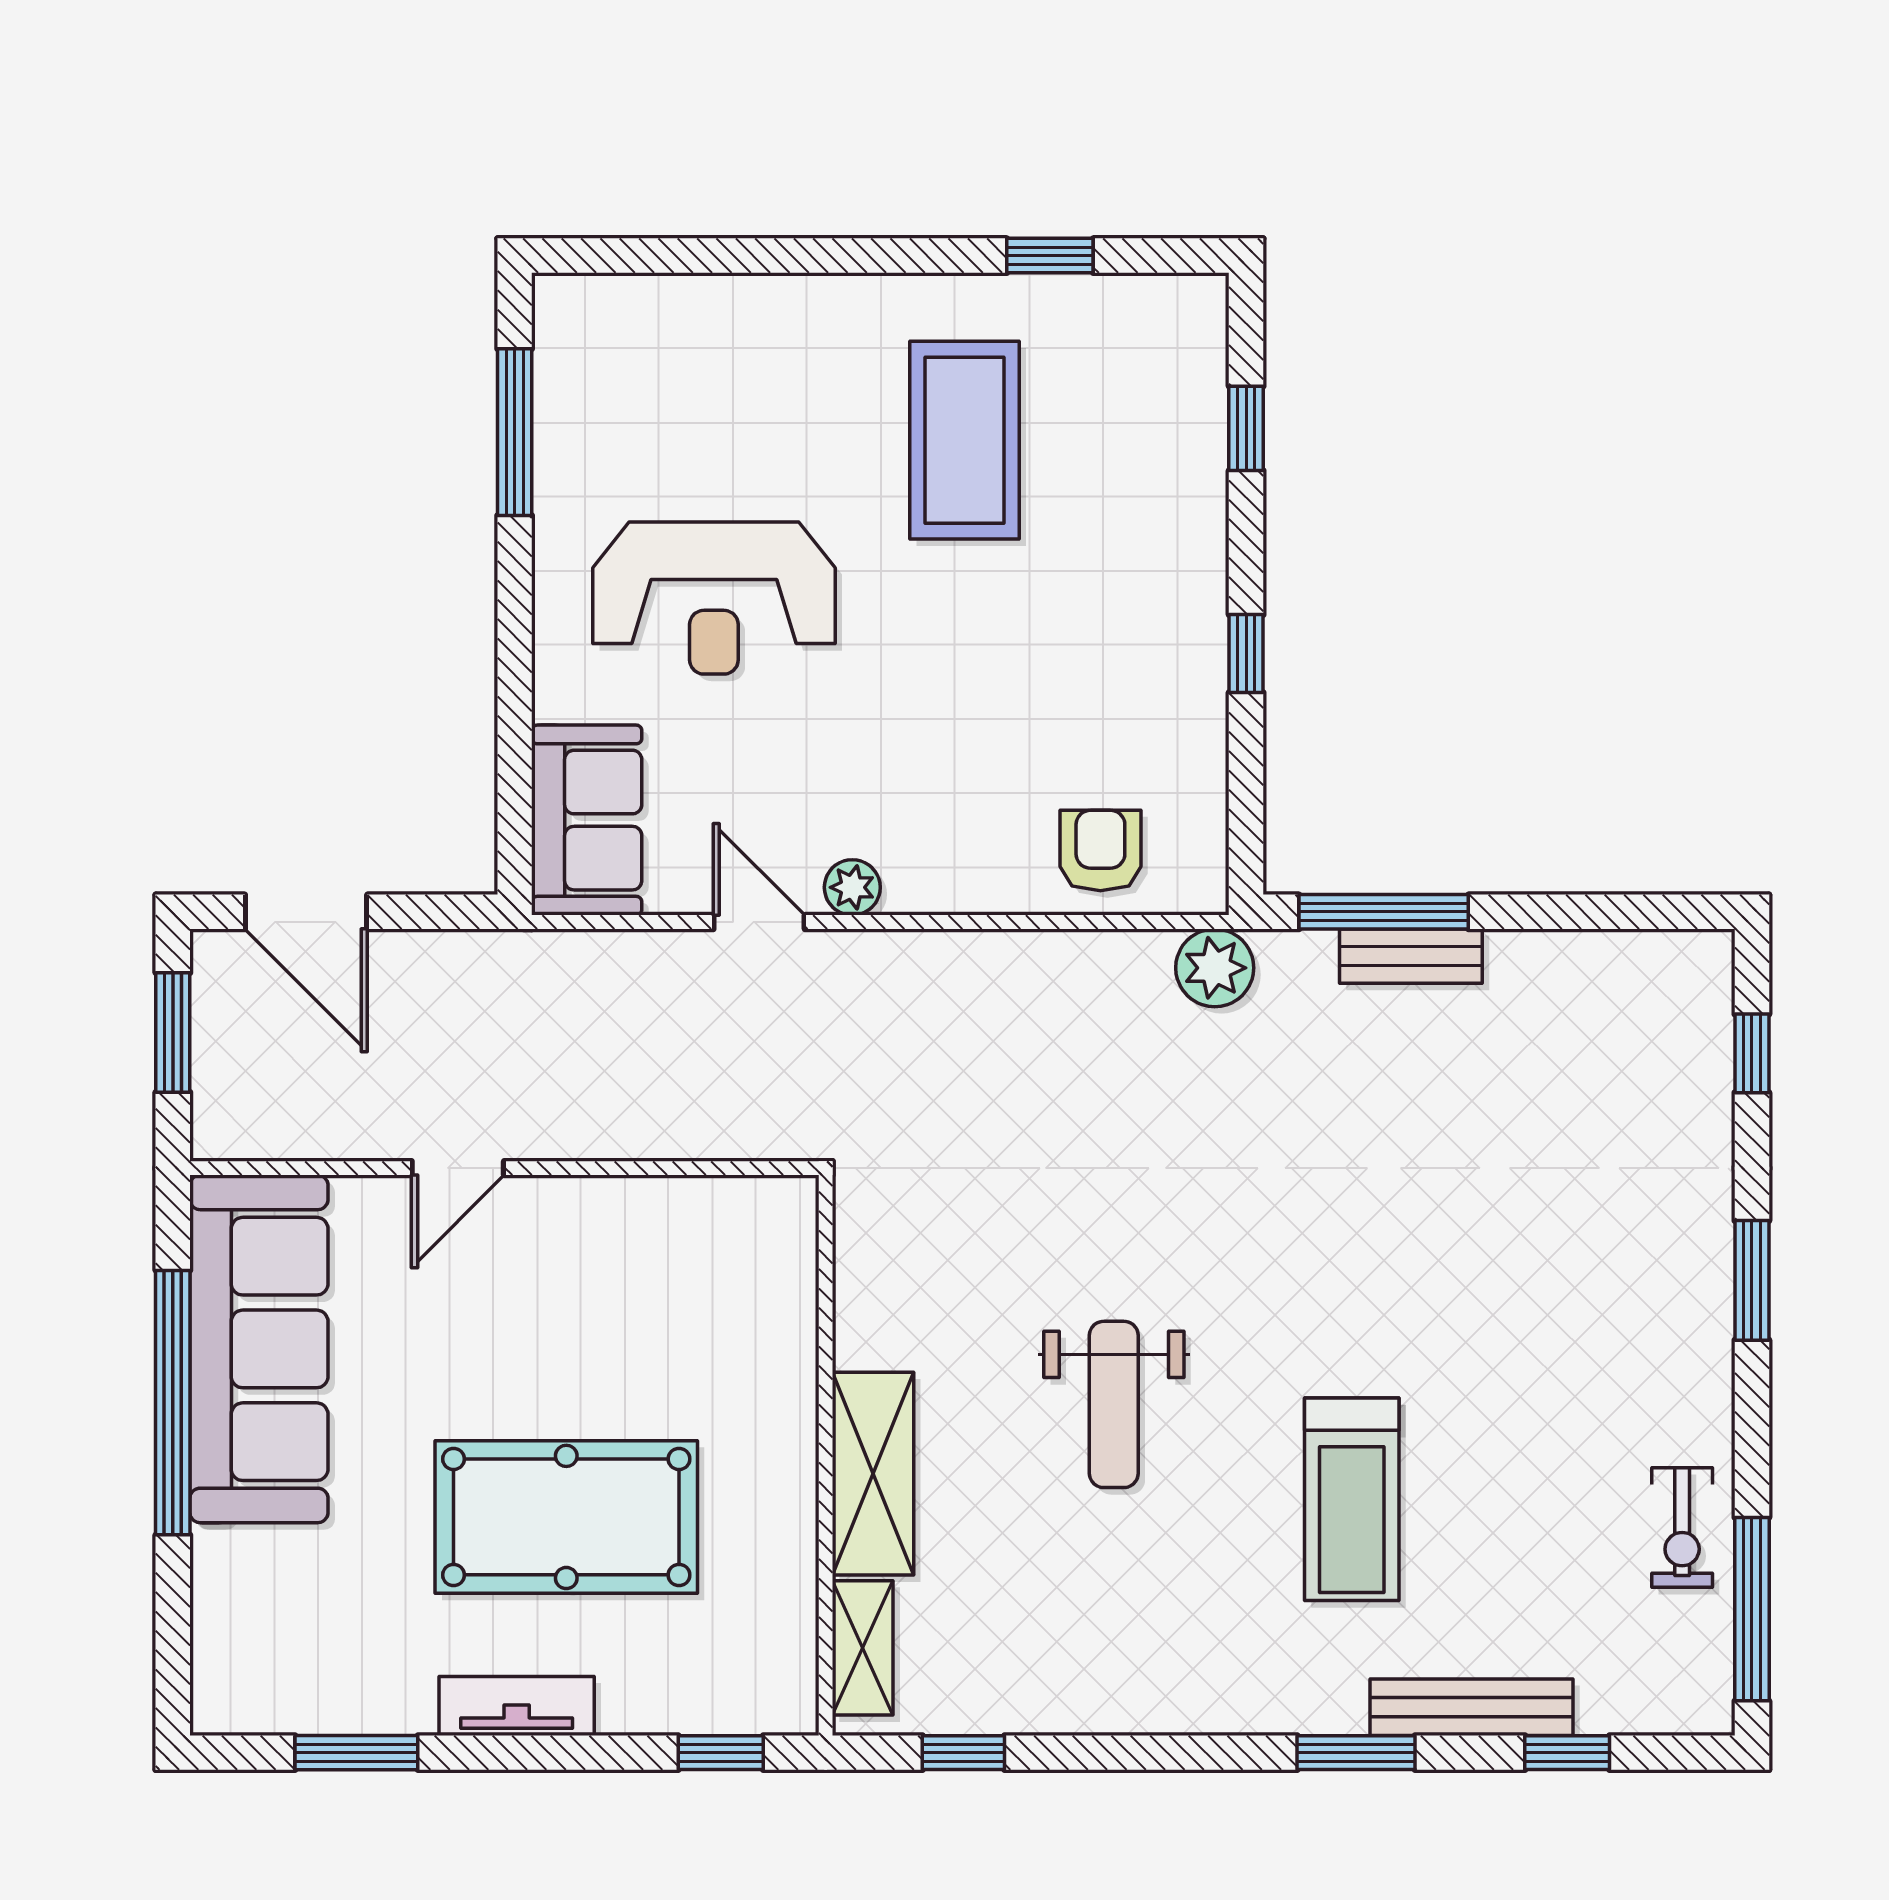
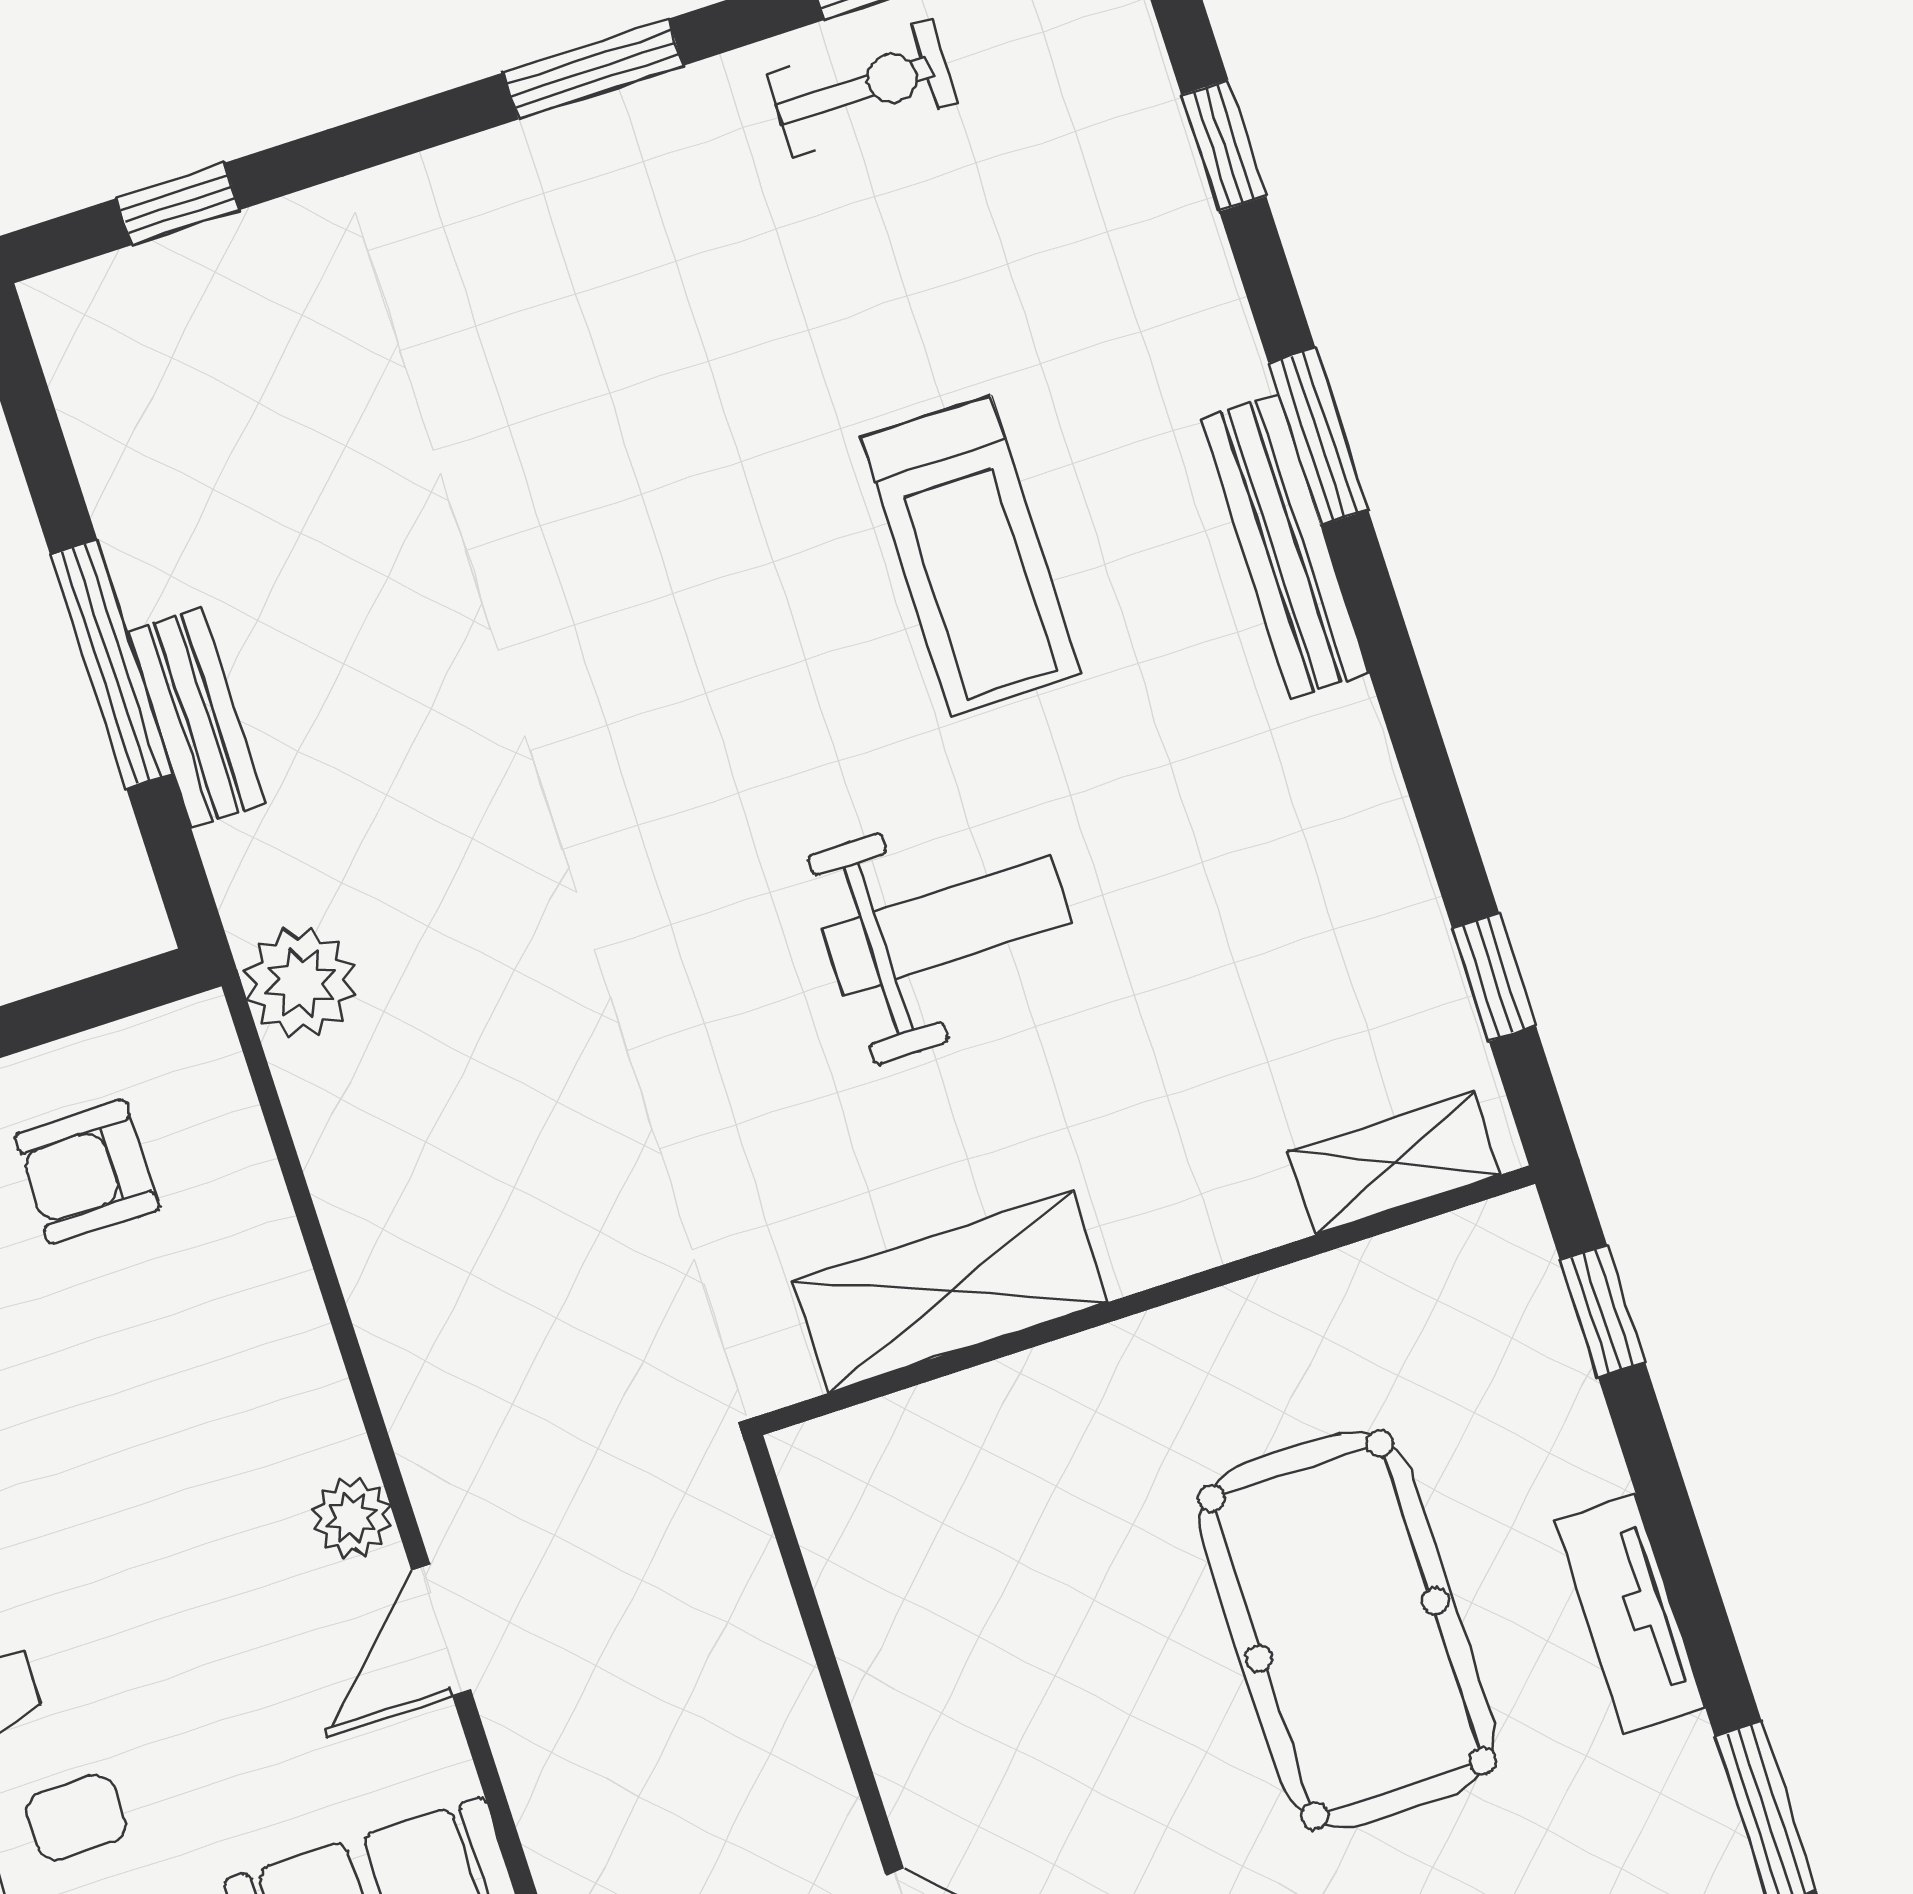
armchair: (1100, 851) -> (87, 1172), moved
window: (1384, 912) -> (112, 664), moved
window: (1752, 1280) -> (593, 69), moved
shelving: (873, 1474) -> (951, 1291), moved
treadmill: (1352, 1499) -> (971, 556), turned 90
bench: (1471, 1707) -> (1285, 546), moved

